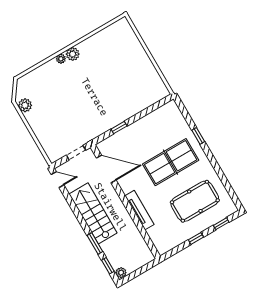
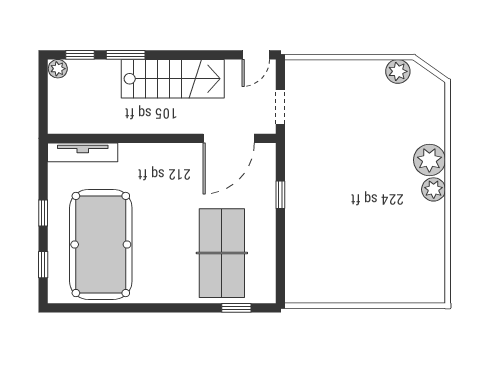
plant: (61, 59) -> (429, 160), width x1.87, depth x1.87
window: (198, 136) -> (236, 308), moved
table tennis table: (171, 162) -> (222, 253), moved
pool table: (195, 201) -> (101, 244), width x1.36, depth x1.32
tv unit: (140, 210) -> (83, 152), moved

